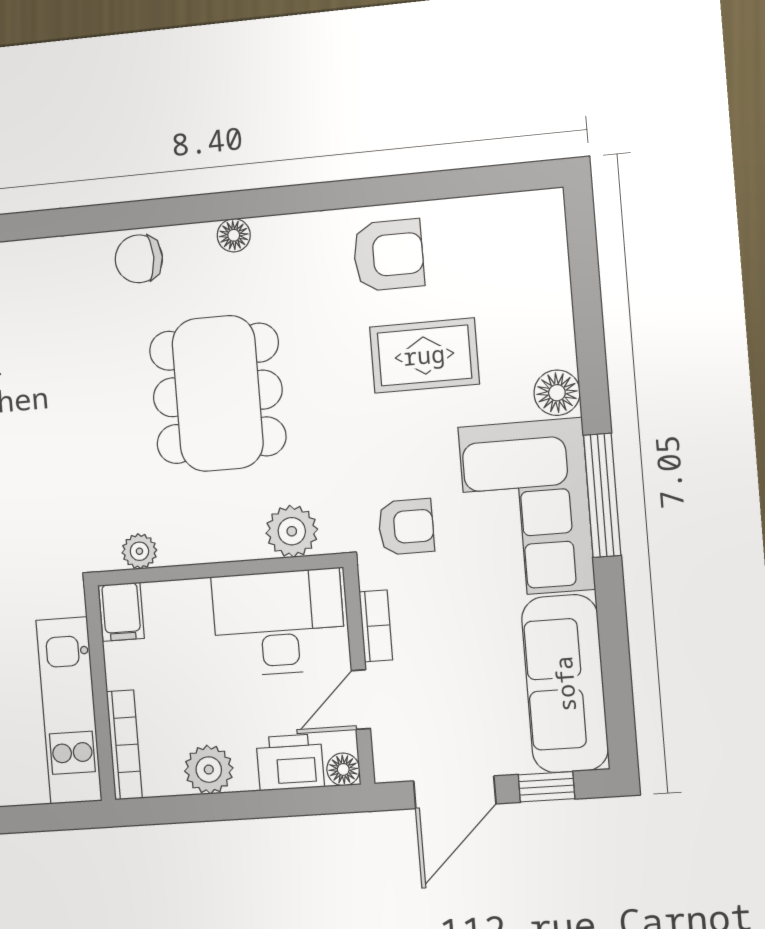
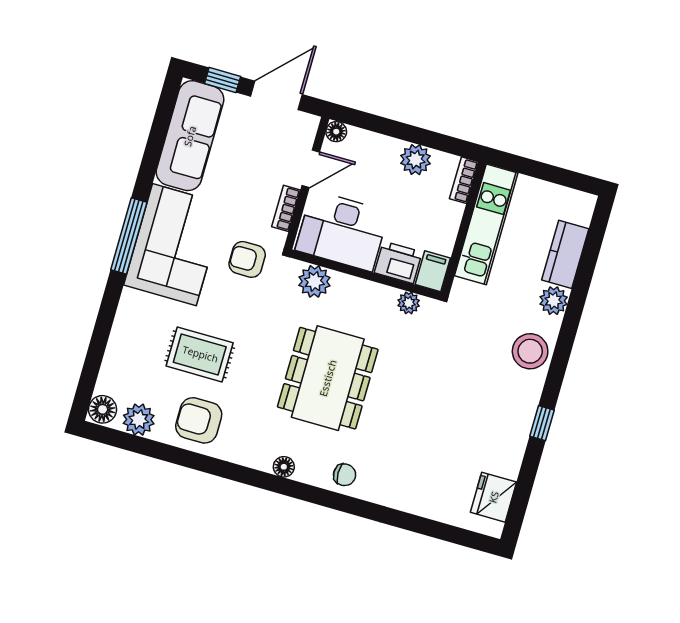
plant: (481, 221) -> (139, 420), added
chair: (139, 259) -> (345, 475), width x0.73, depth x0.73
floor lamp: (557, 393) -> (103, 409), moved
bookcase: (124, 745) -> (464, 180), width x0.64
printer: (290, 762) -> (398, 262), moved, turned 180

